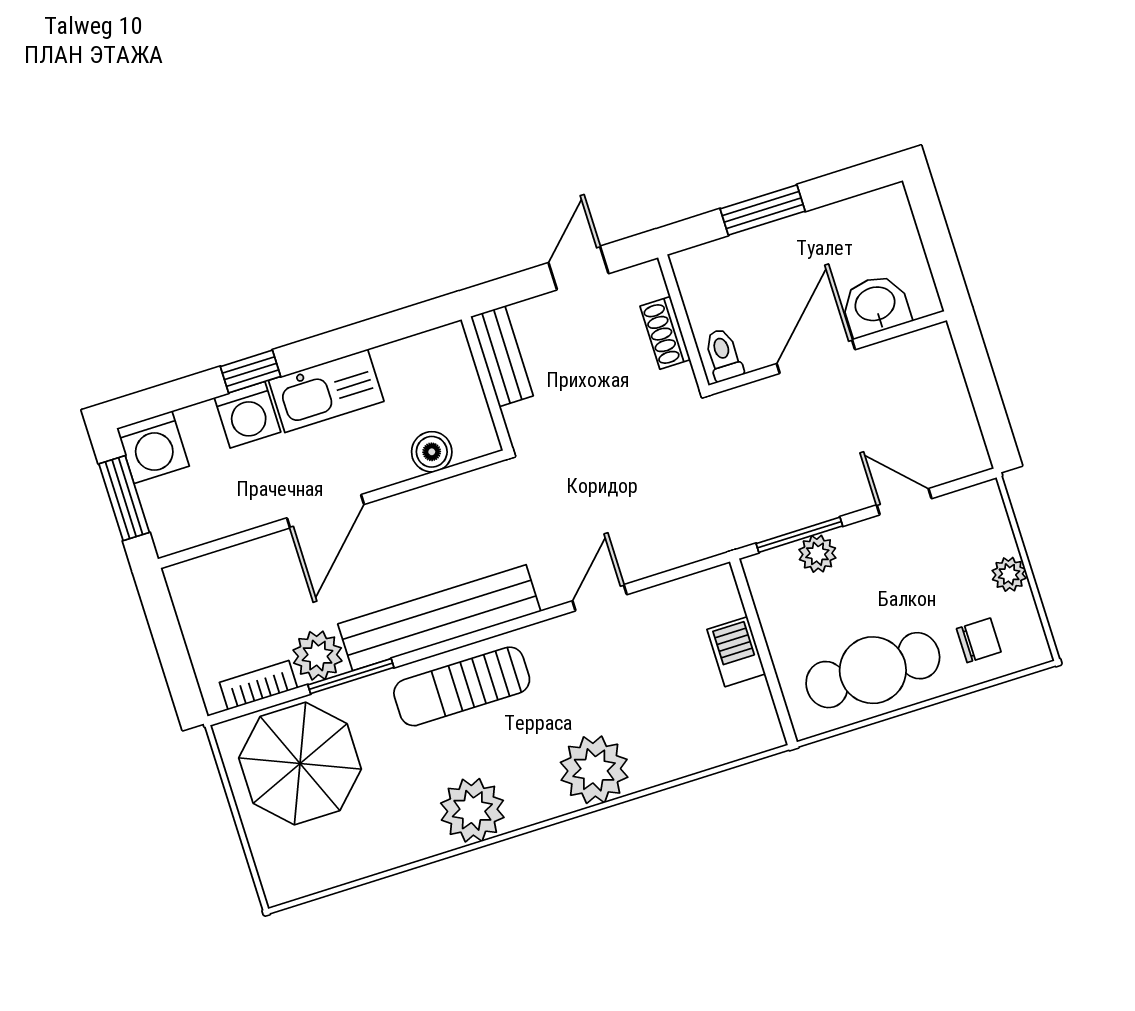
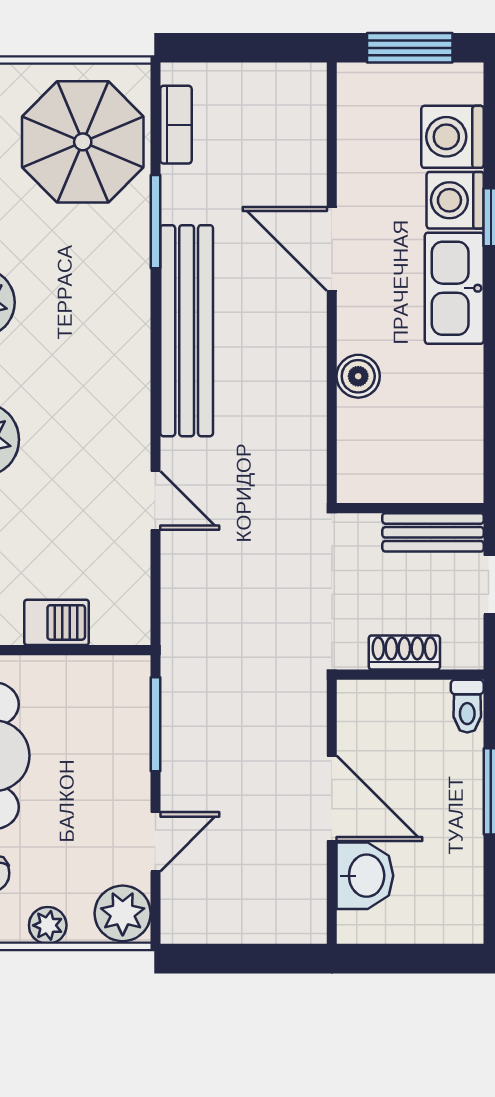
toilet: (723, 355) -> (467, 706), moved, turned 90
bench: (502, 356) -> (433, 532), moved
wall: (487, 384) -> (410, 508), moved
washing machine: (153, 447) -> (452, 137), moved
plant: (817, 554) -> (123, 913), moved, width x1.38, depth x1.38
plant: (318, 656) -> (187, 194), removed
sun lounger: (462, 686) -> (109, 331), removed

